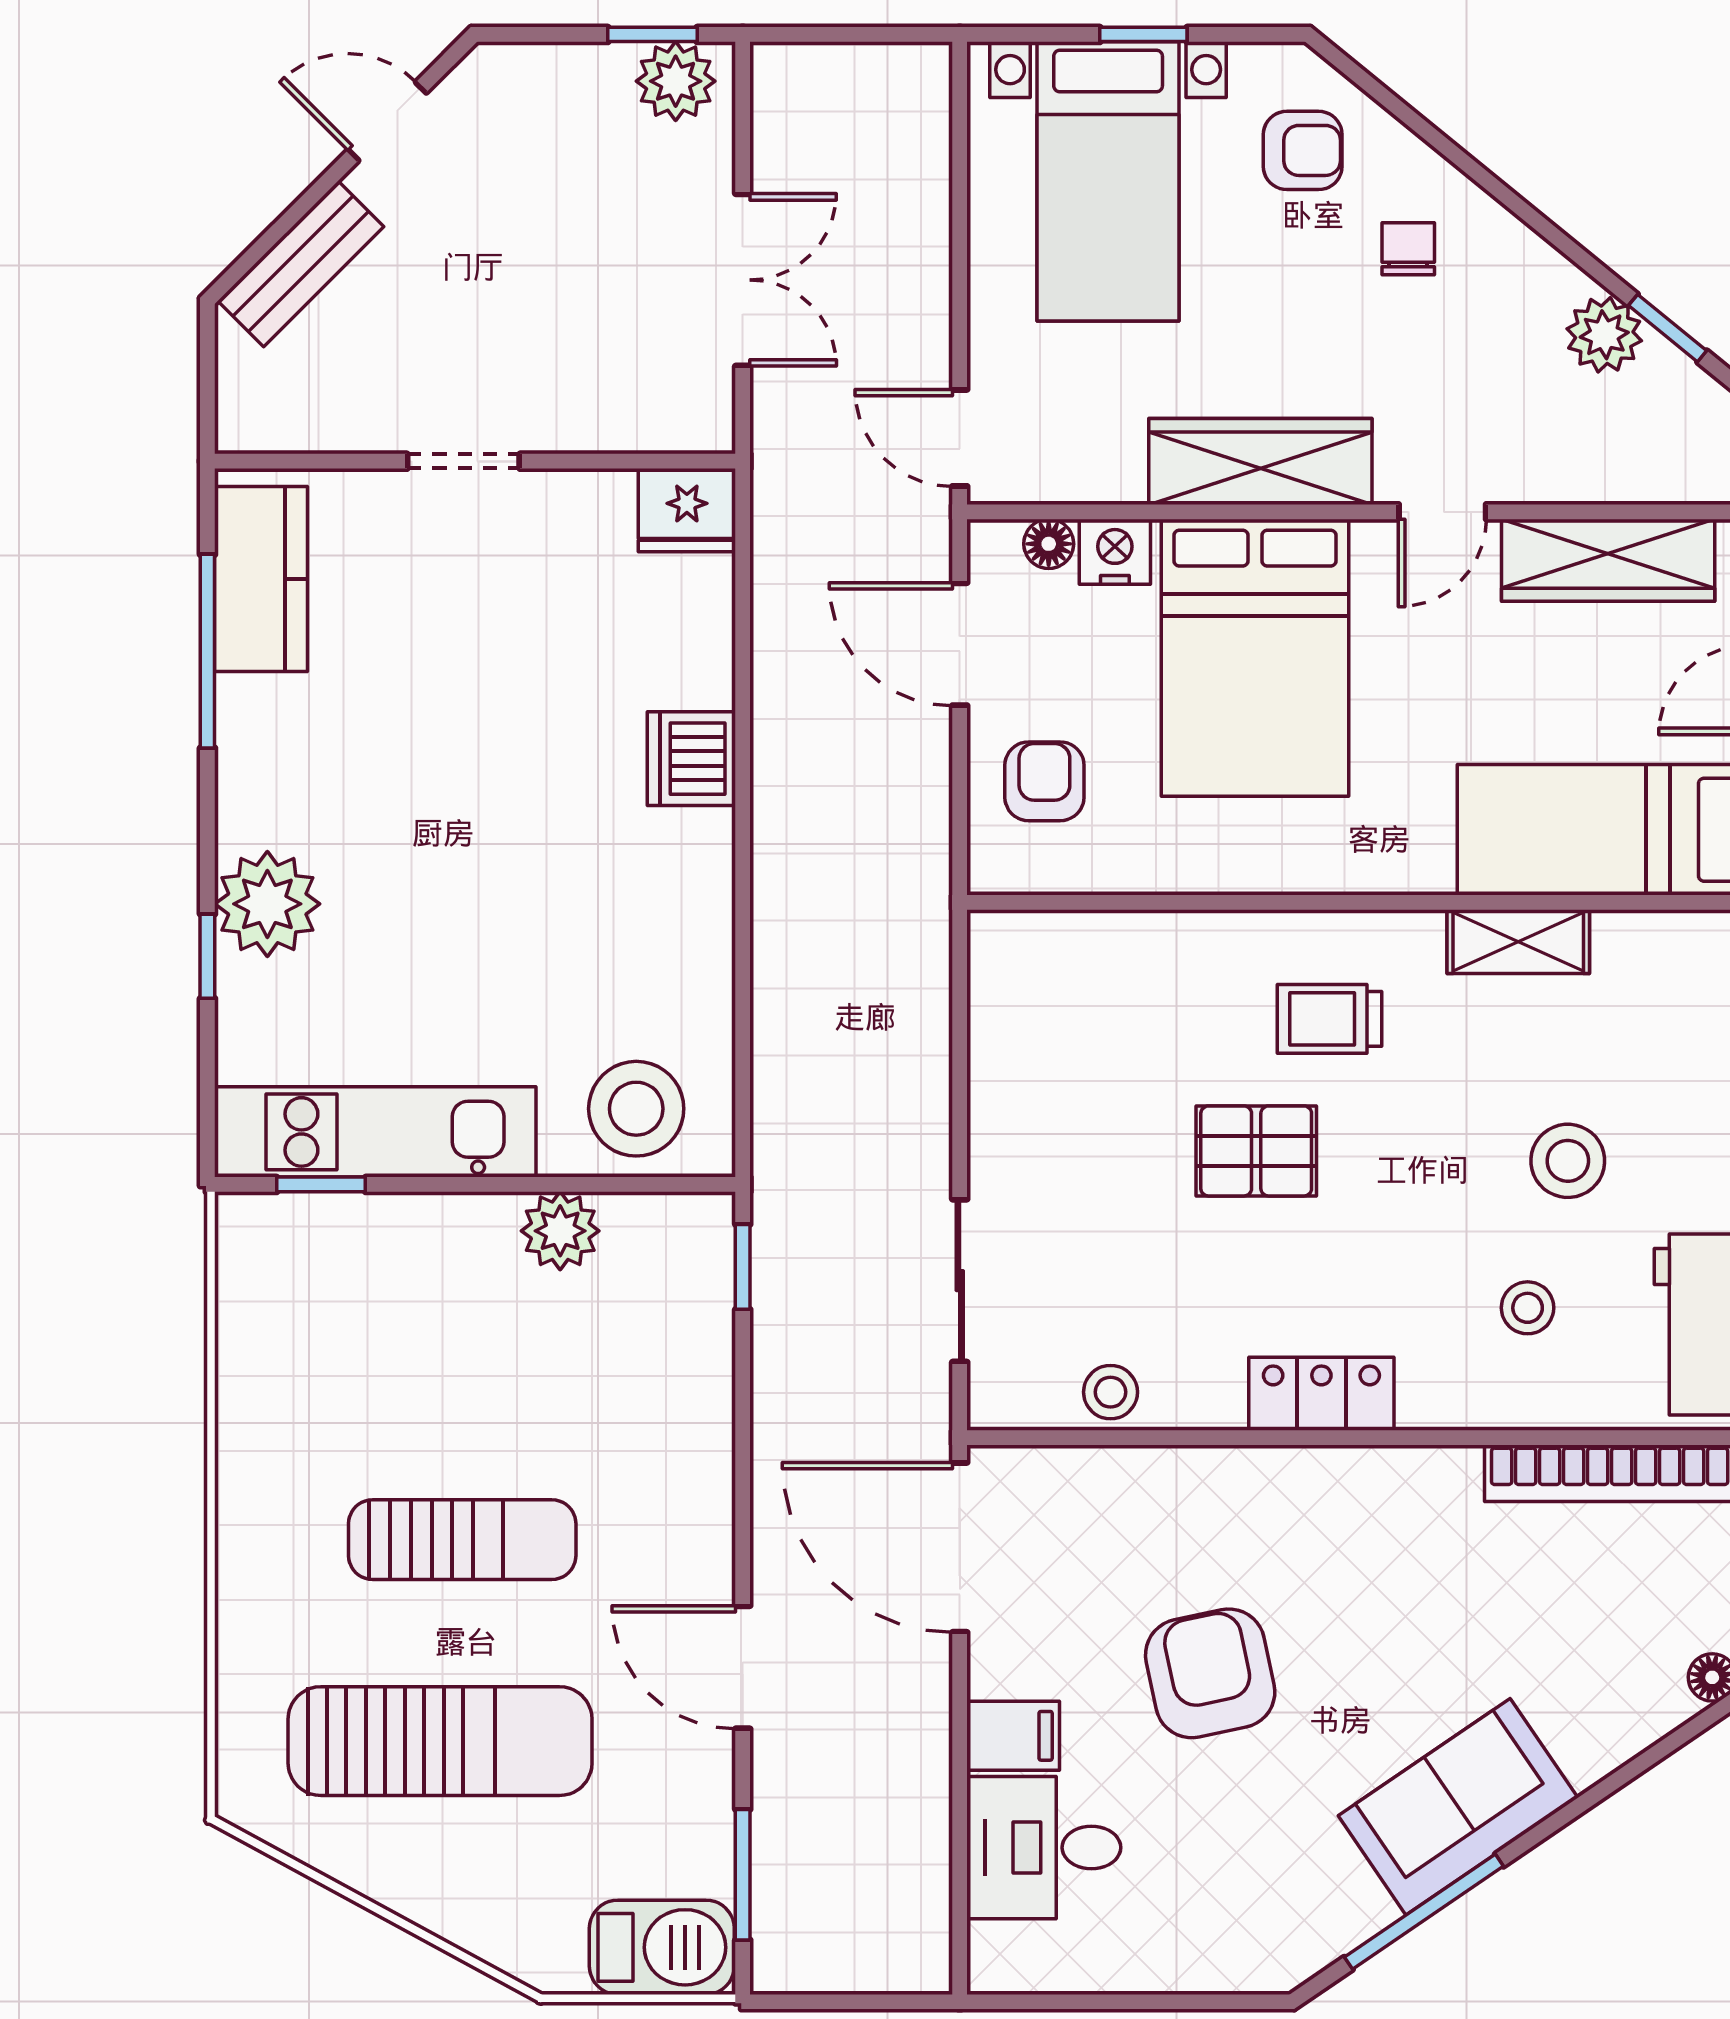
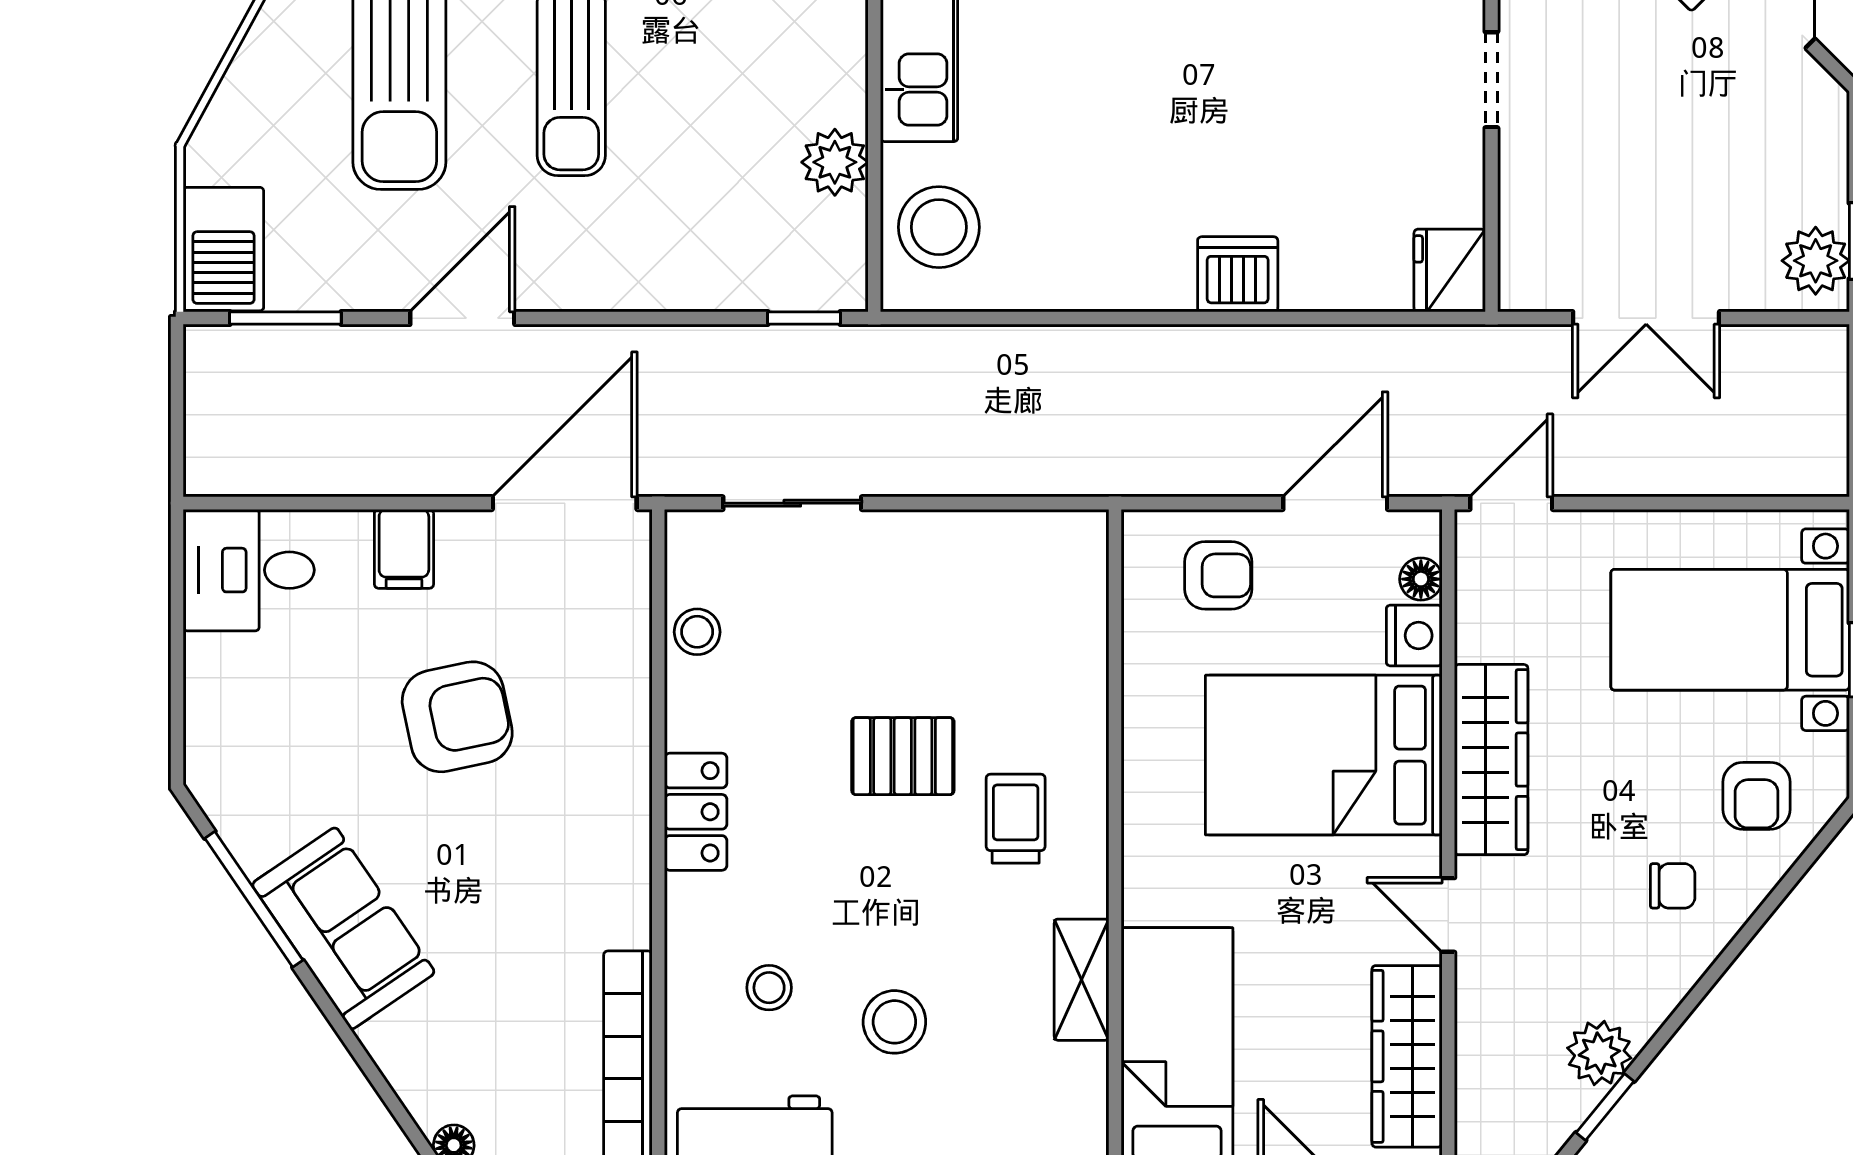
pallet: (1256, 1151) -> (903, 756), turned 90
desk: (1044, 1848) -> (249, 570), moved, turned -90

